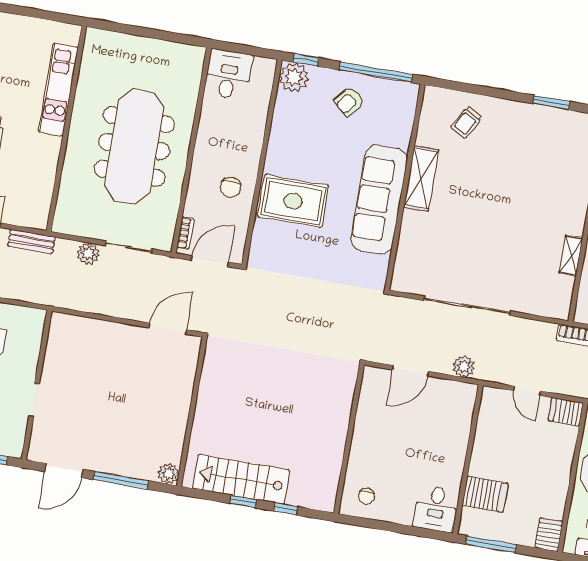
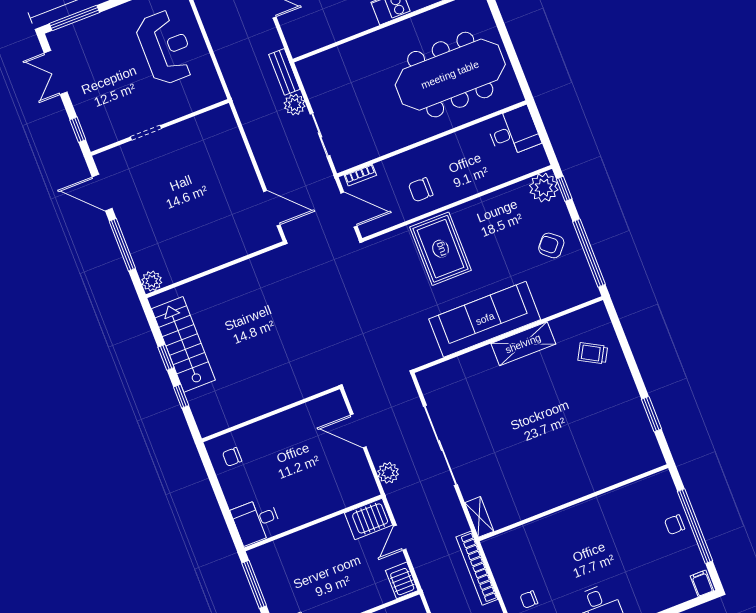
meeting table: (134, 146) -> (450, 75), moved
bench: (32, 241) -> (284, 72), moved
shelving: (571, 256) -> (479, 517), moved, turned 90
server rack: (485, 494) -> (369, 519), moved, turned 90

